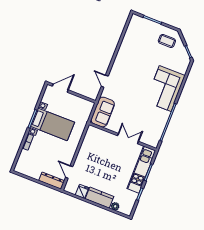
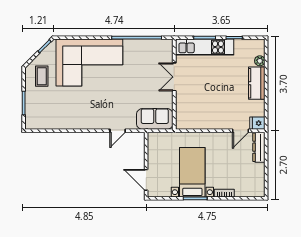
corner sofa: (165, 88) -> (89, 63), width x1.36, depth x1.36
fridge: (82, 191) -> (257, 123), moved

